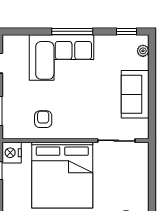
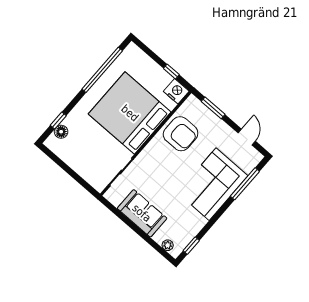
window: (72, 31) -> (245, 184), moved
armchair: (43, 119) -> (181, 134), width x1.88, depth x1.88

